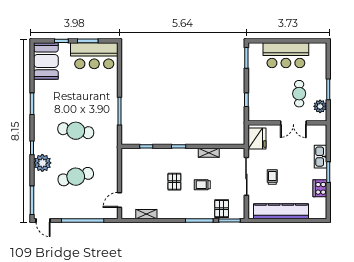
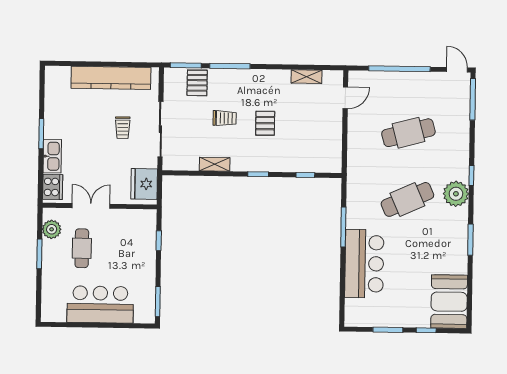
bar counter: (94, 56) -> (364, 264), moved, turned 90
cafe table: (76, 131) -> (407, 199), turned -33
plant: (42, 163) -> (456, 194), moved
cooker: (320, 188) -> (53, 187), moved

